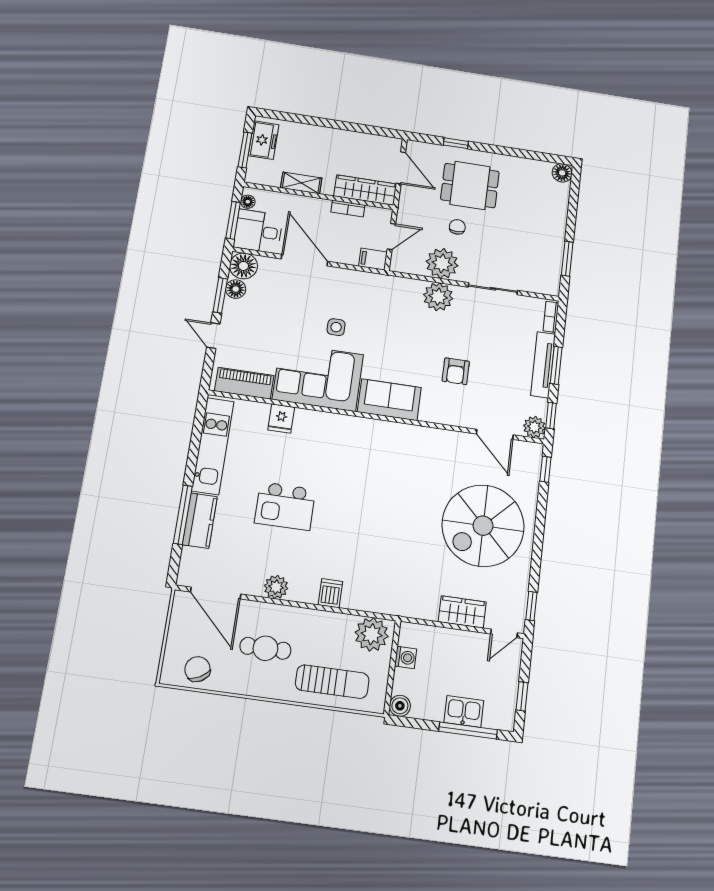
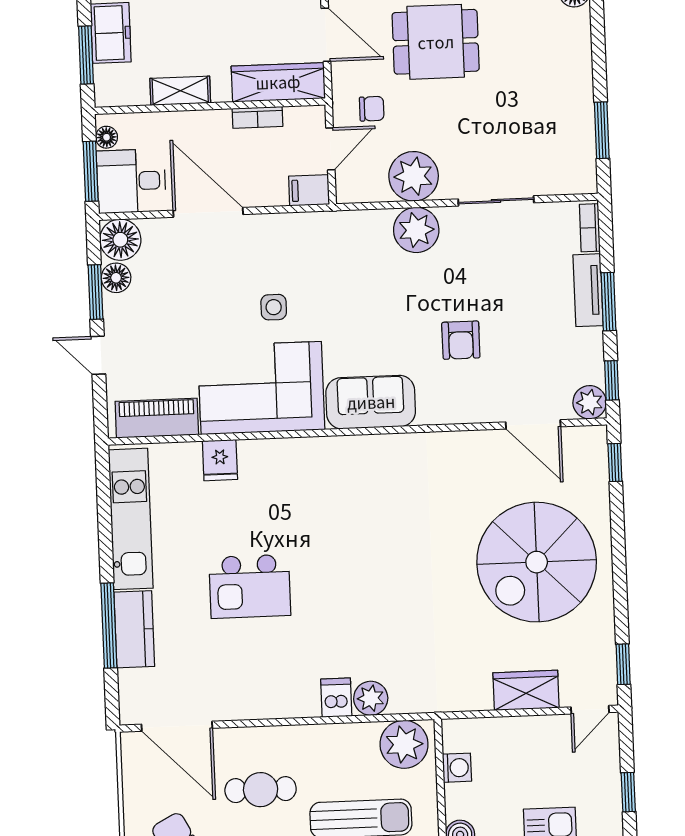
chair: (457, 227) -> (372, 109), moved, turned 90
tv unit: (543, 365) -> (588, 290), width x0.71
plant: (276, 587) -> (371, 698), moved

